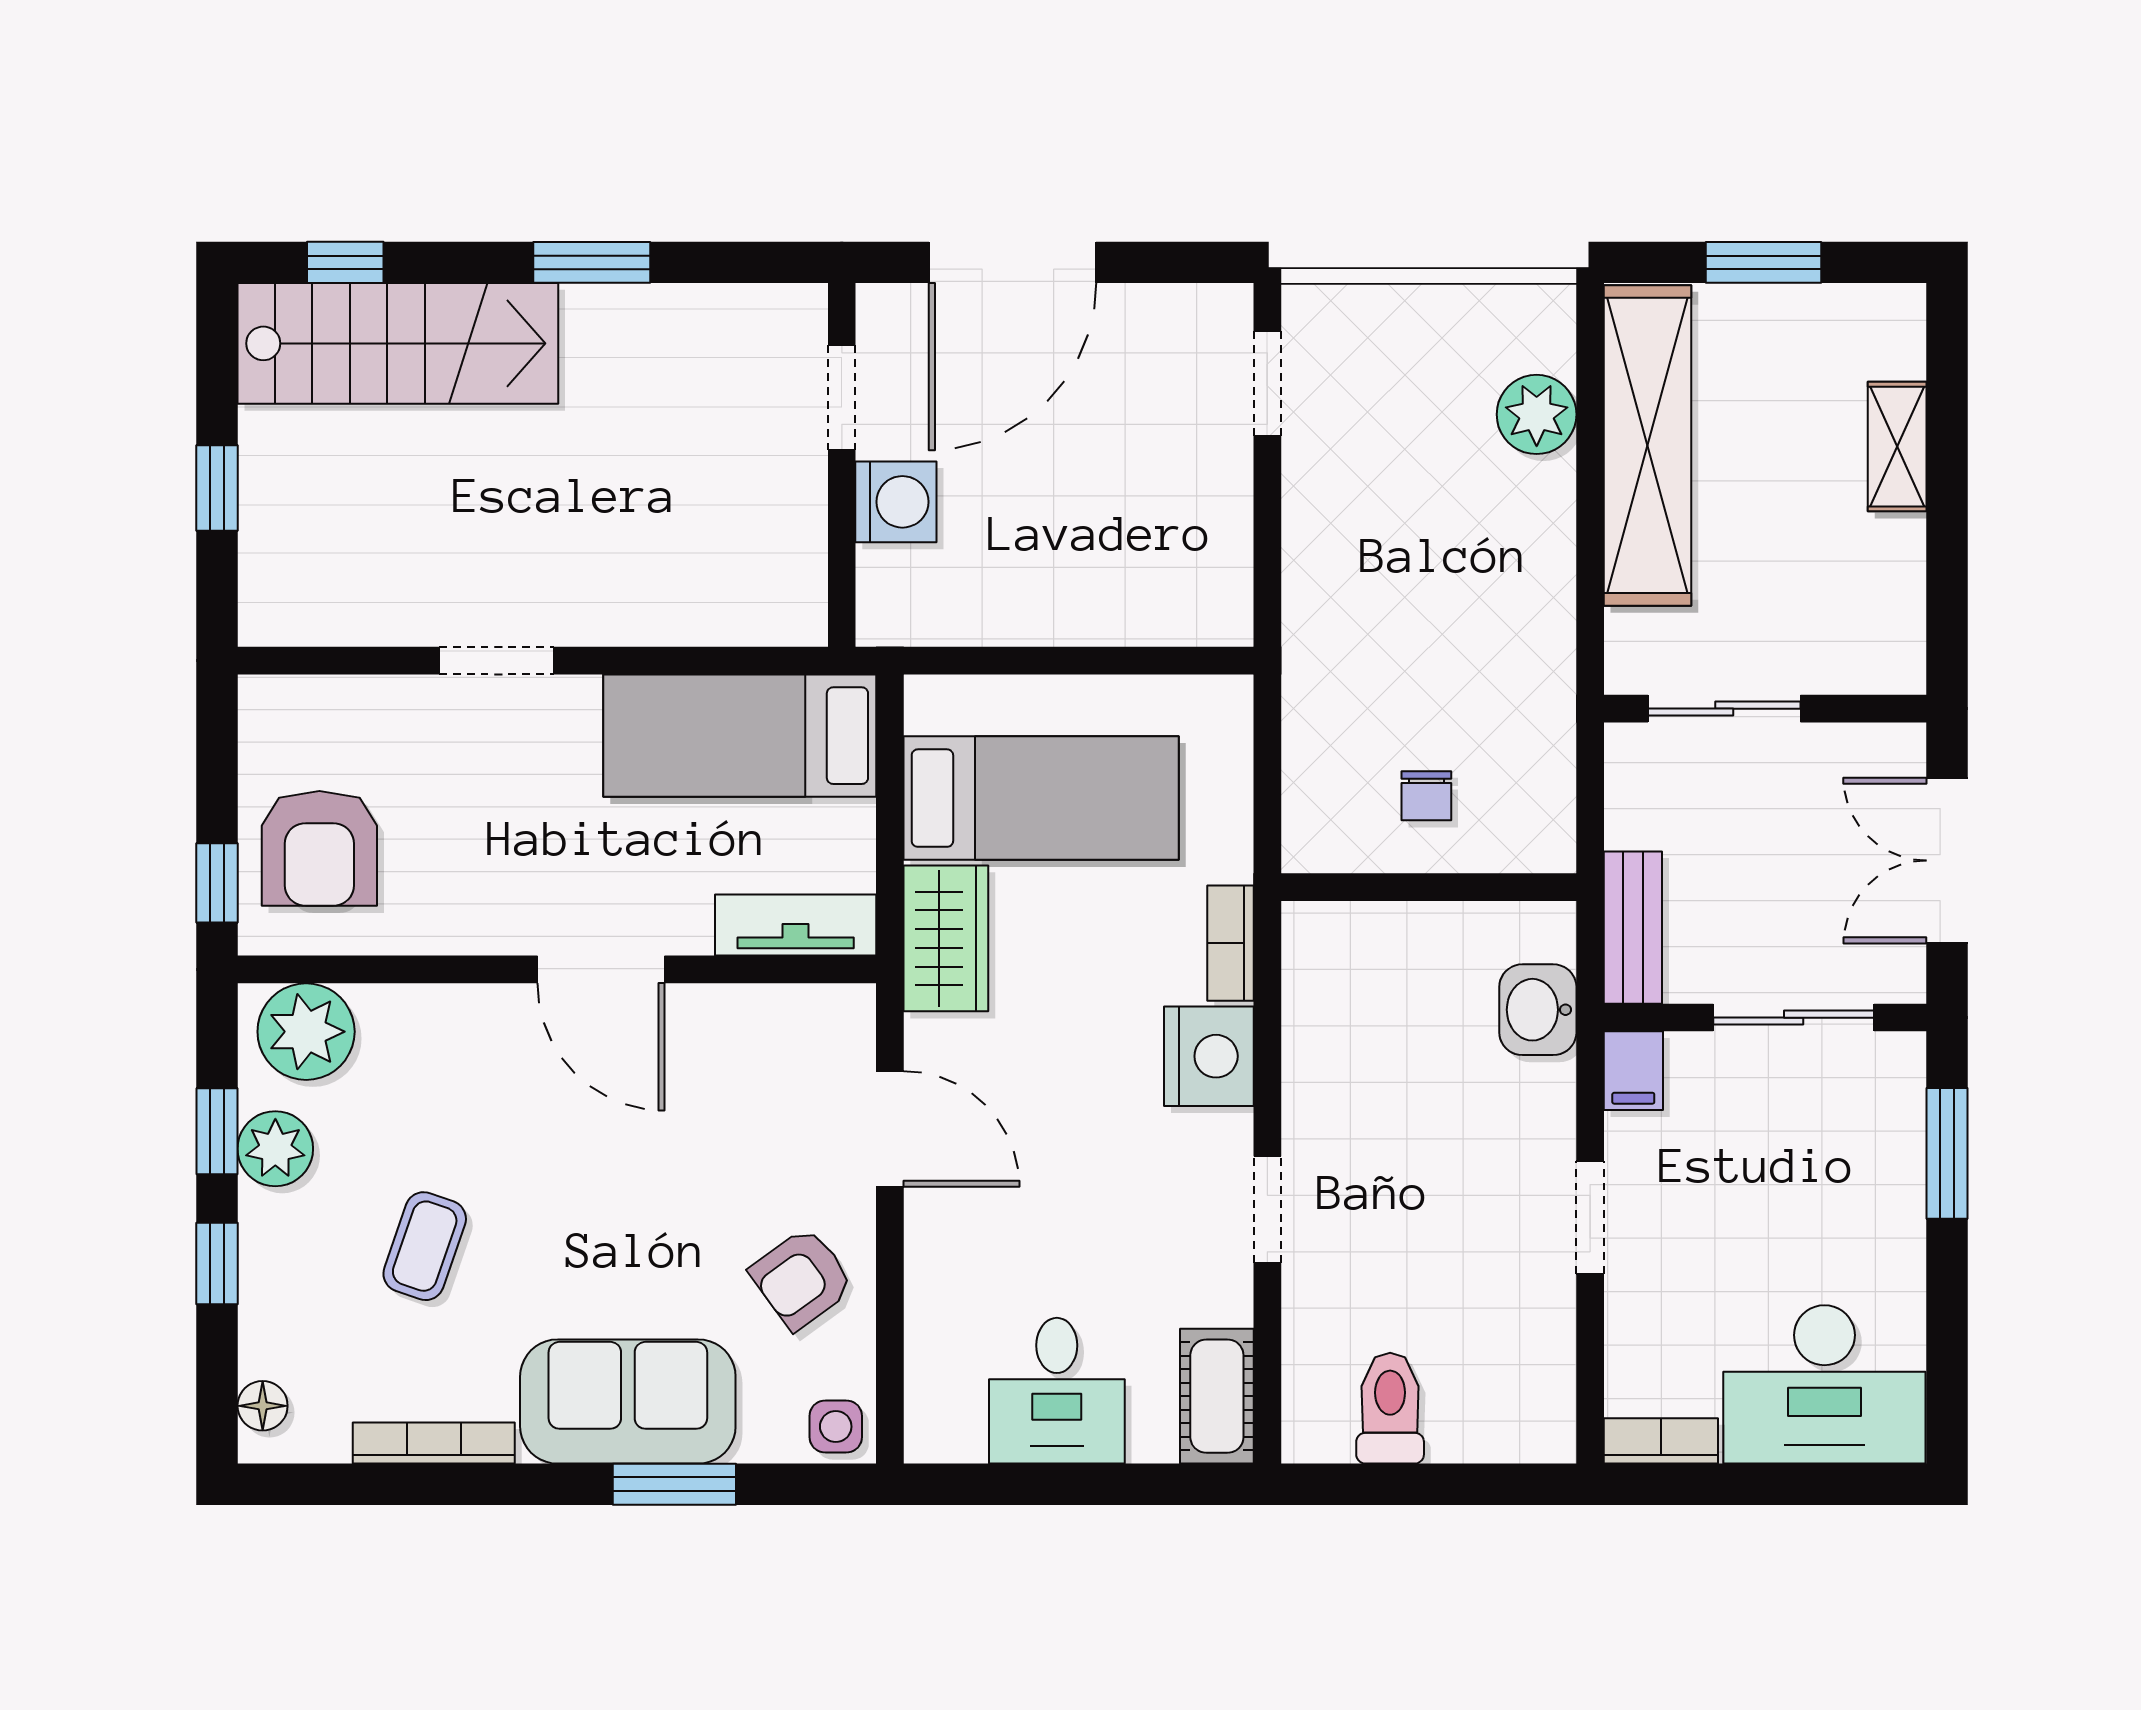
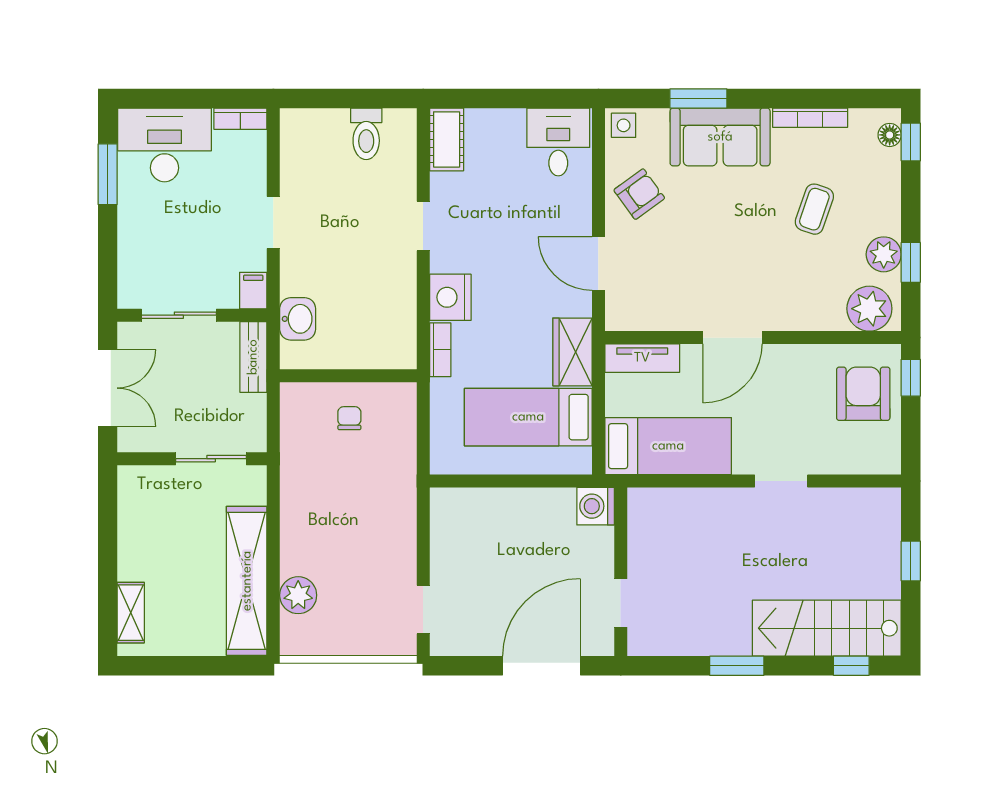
window: (1763, 262) -> (193, 666), removed
shelving: (1897, 447) -> (131, 613), moved
washing machine: (896, 502) -> (596, 506), moved
door: (601, 969) -> (733, 338), swing flipped
window: (1947, 1153) -> (108, 174), moved
window: (217, 1263) -> (911, 142), moved
desk: (1057, 1391) -> (558, 142), moved

